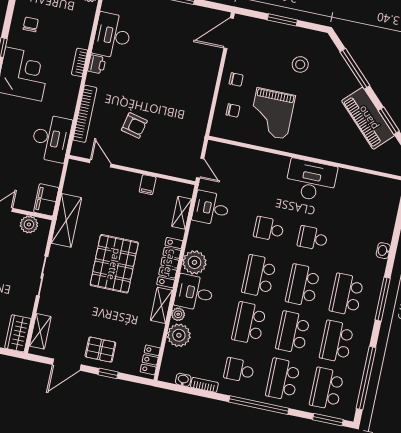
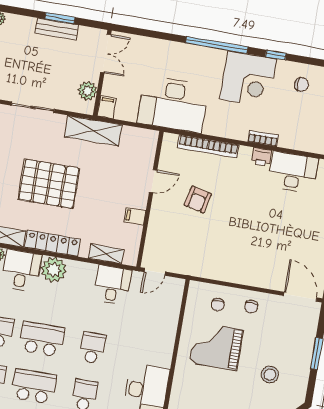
desk: (51, 138) -> (173, 104), width x1.36, depth x1.30
door: (100, 163) -> (153, 181), moved
filing cabinet: (46, 200) -> (107, 107), width x0.50

